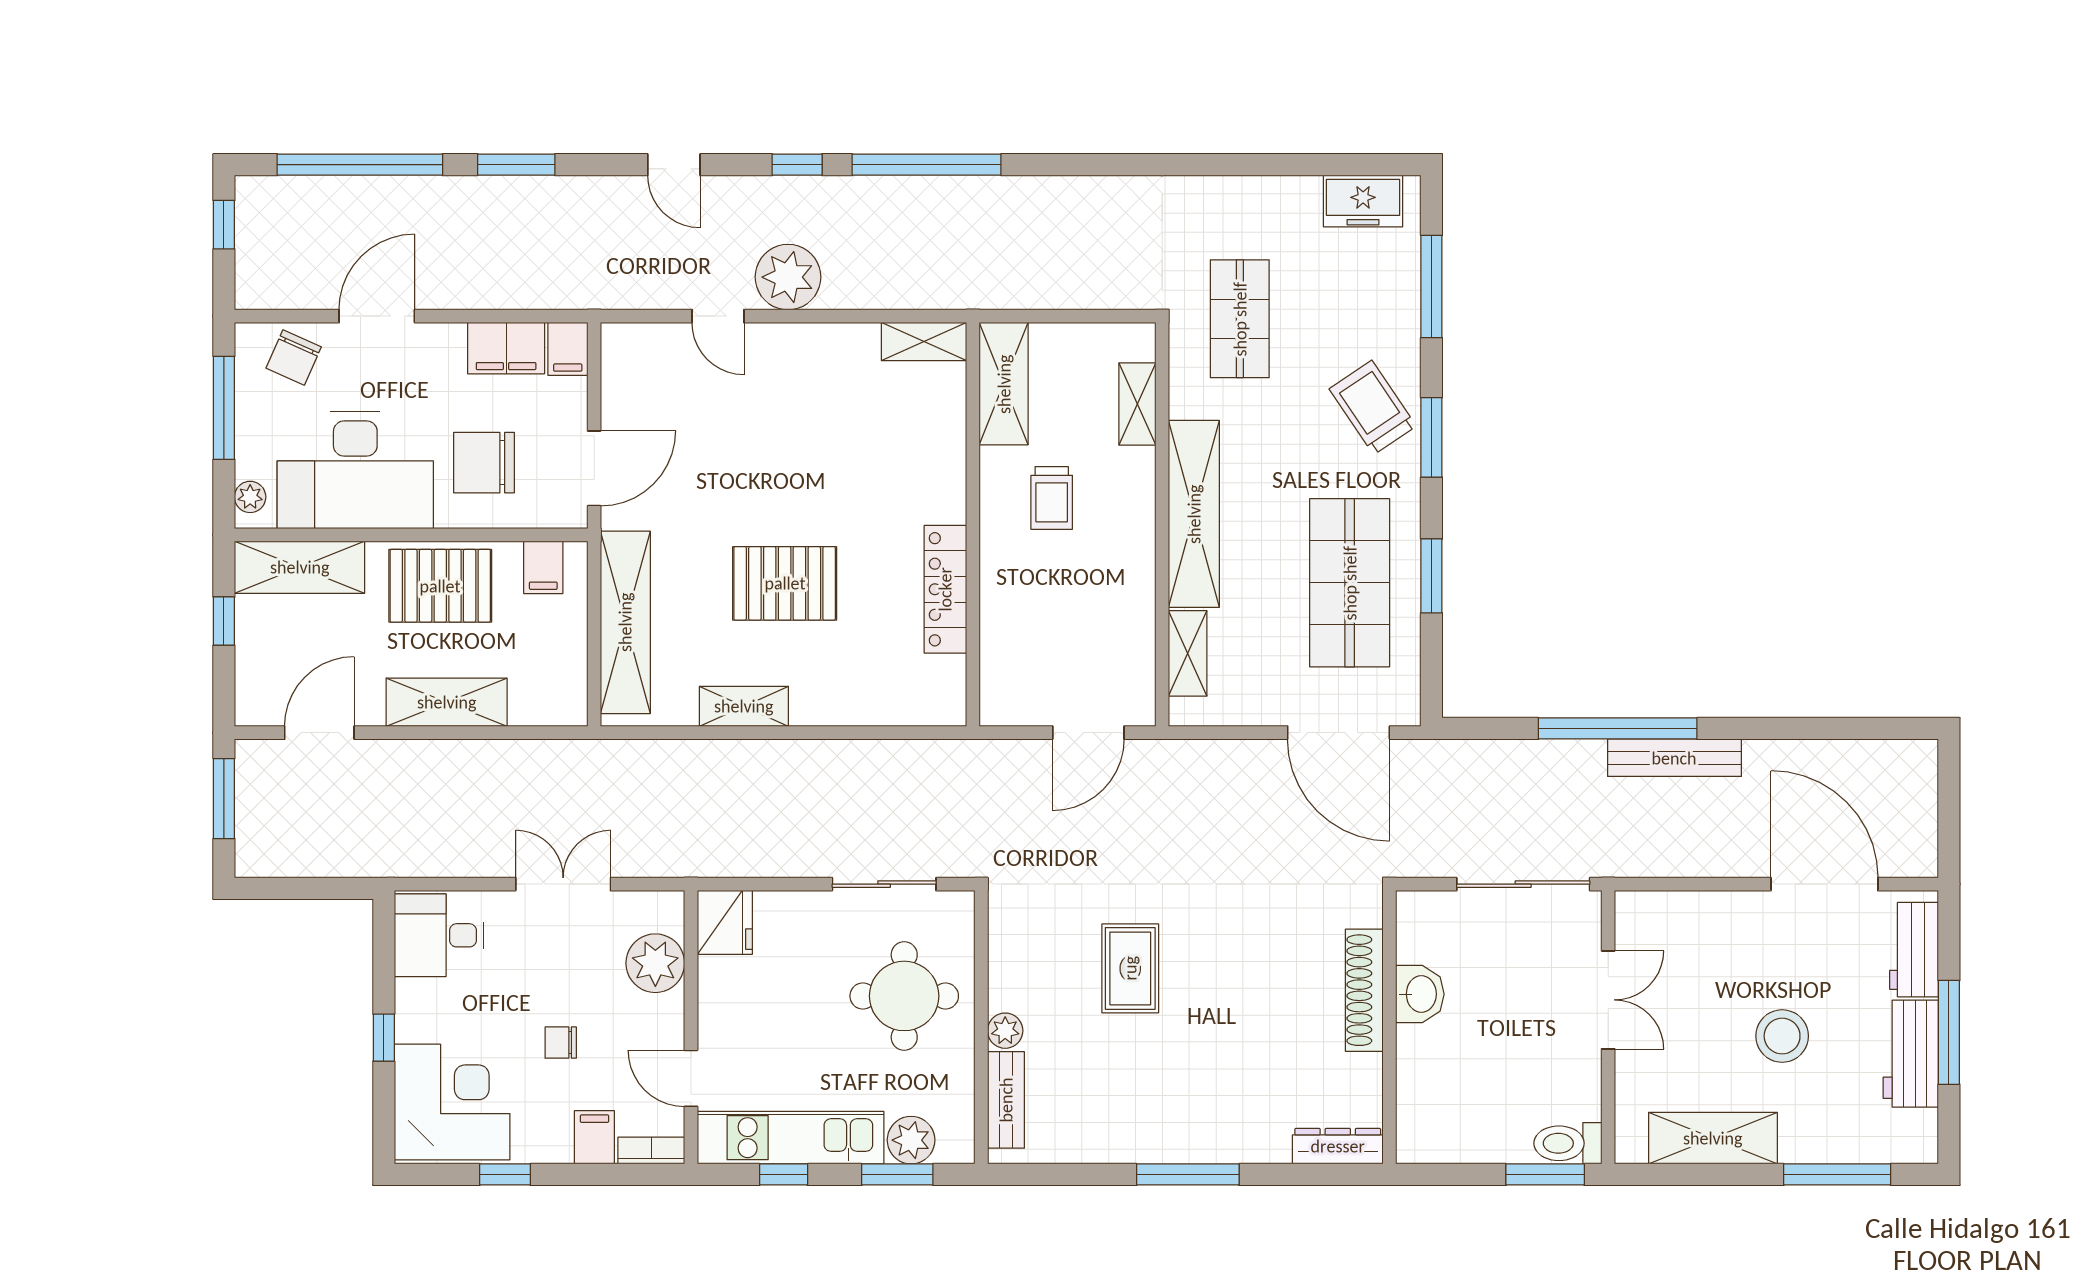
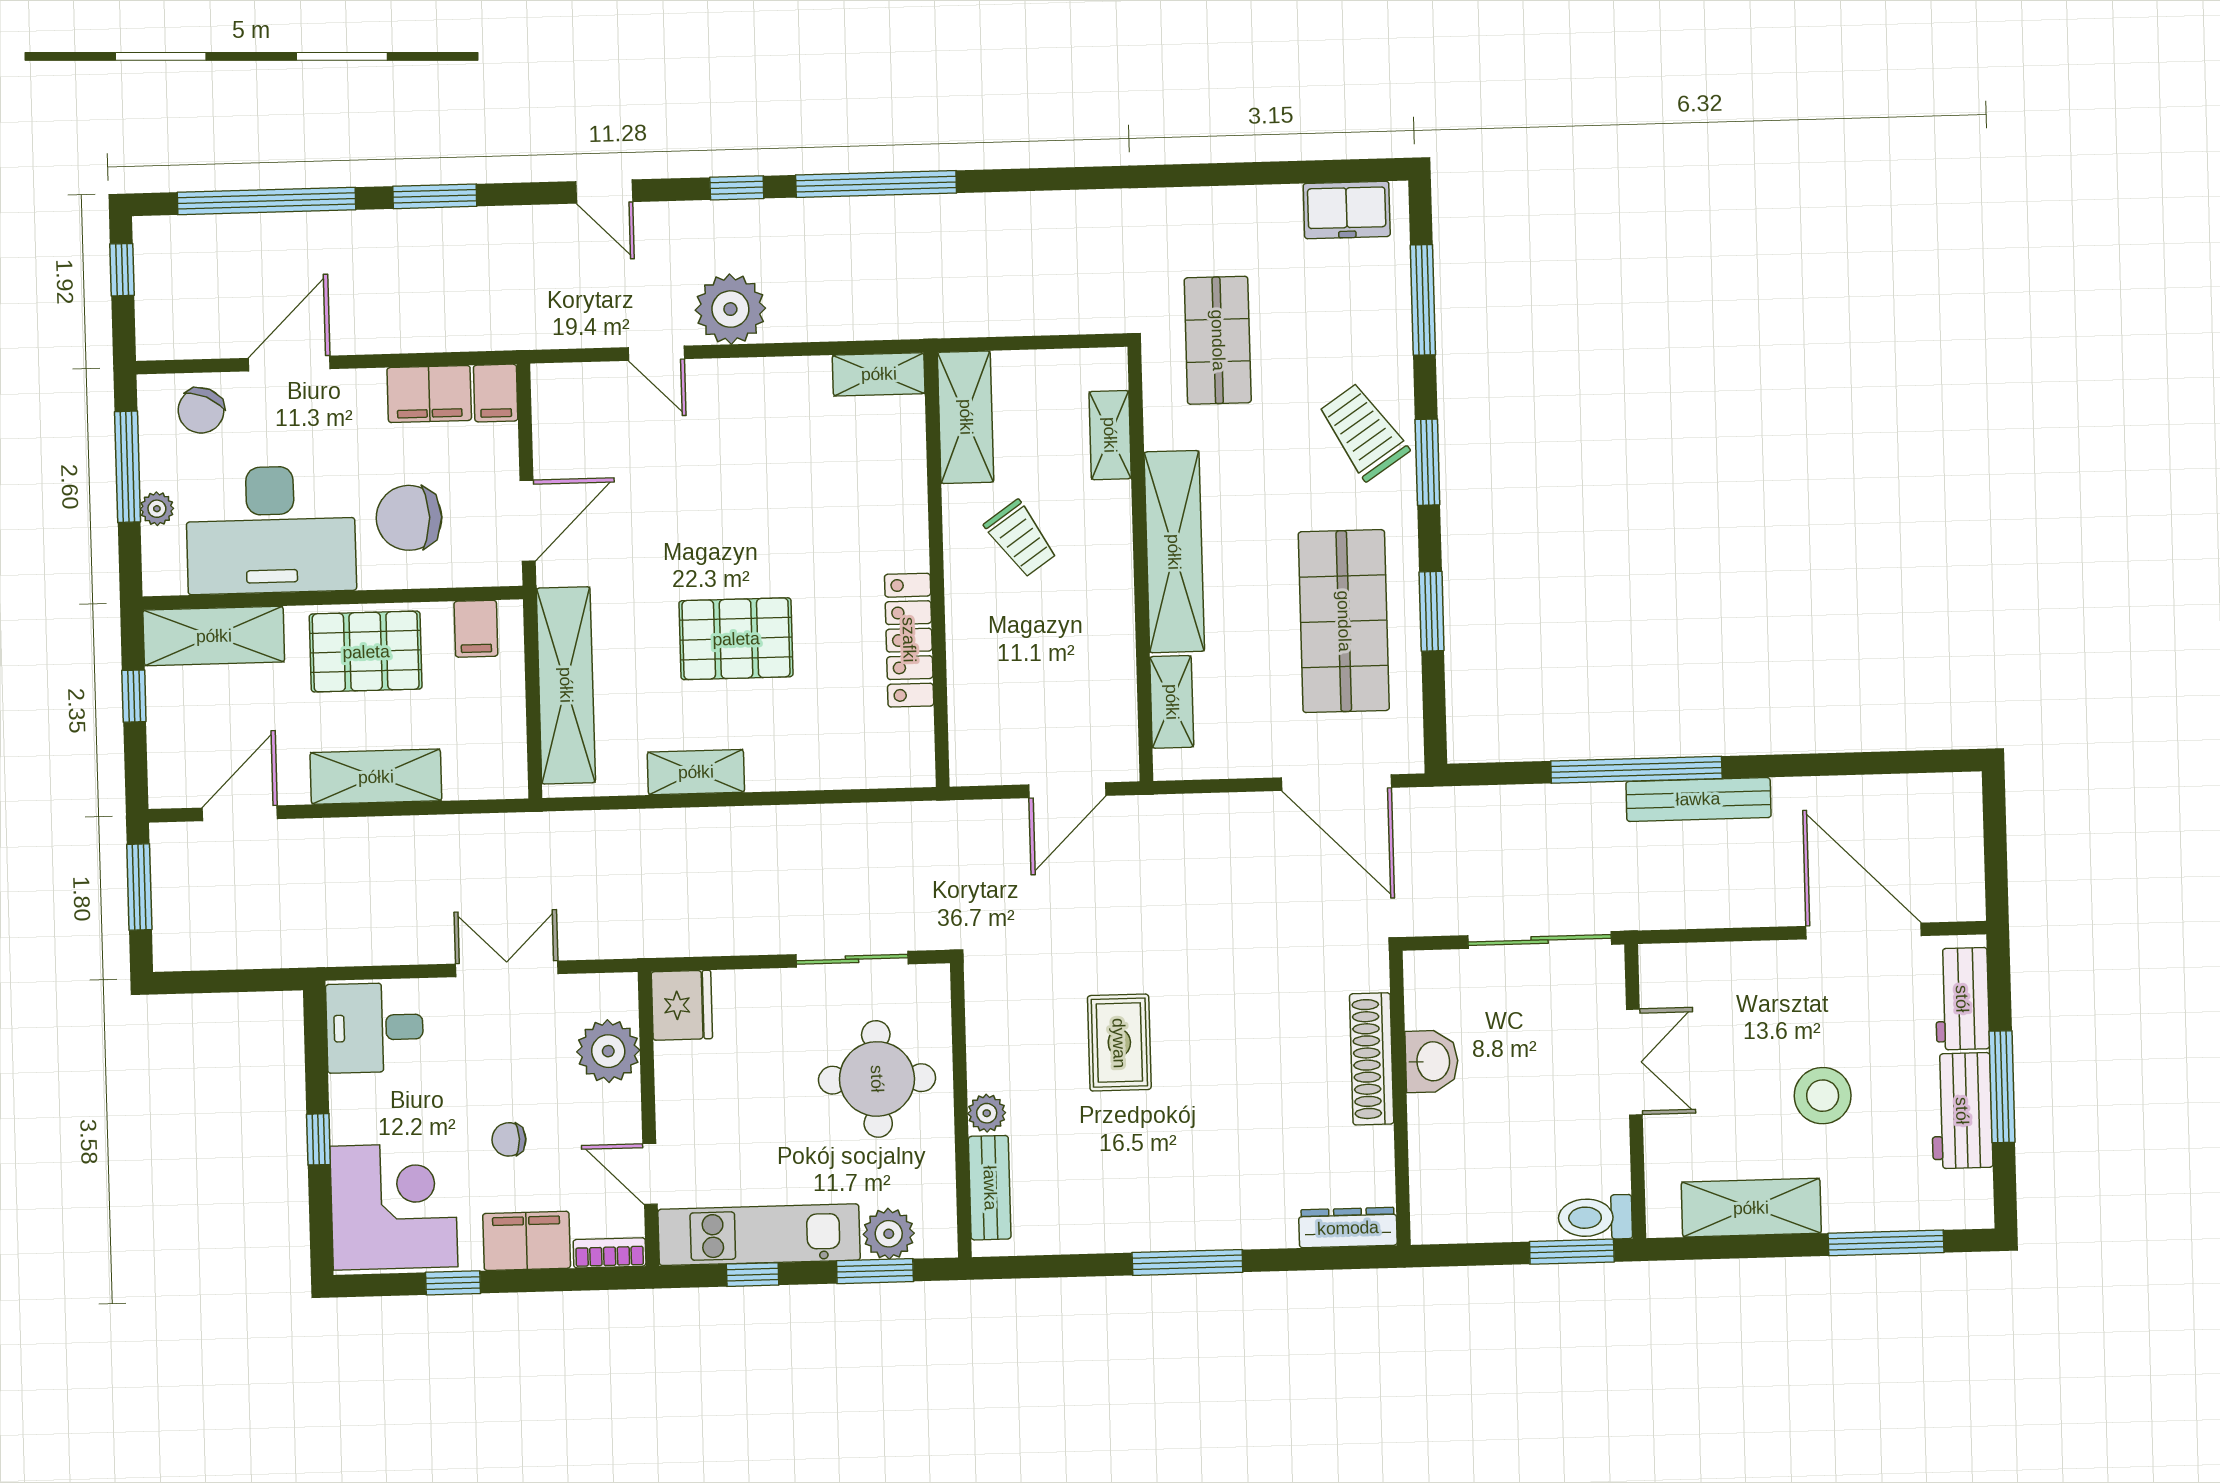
plant: (250, 497) -> (157, 509), moved
trolley: (1052, 498) -> (1021, 539), turned -35
filing cabinet: (594, 1137) -> (527, 1241), width x2.00

